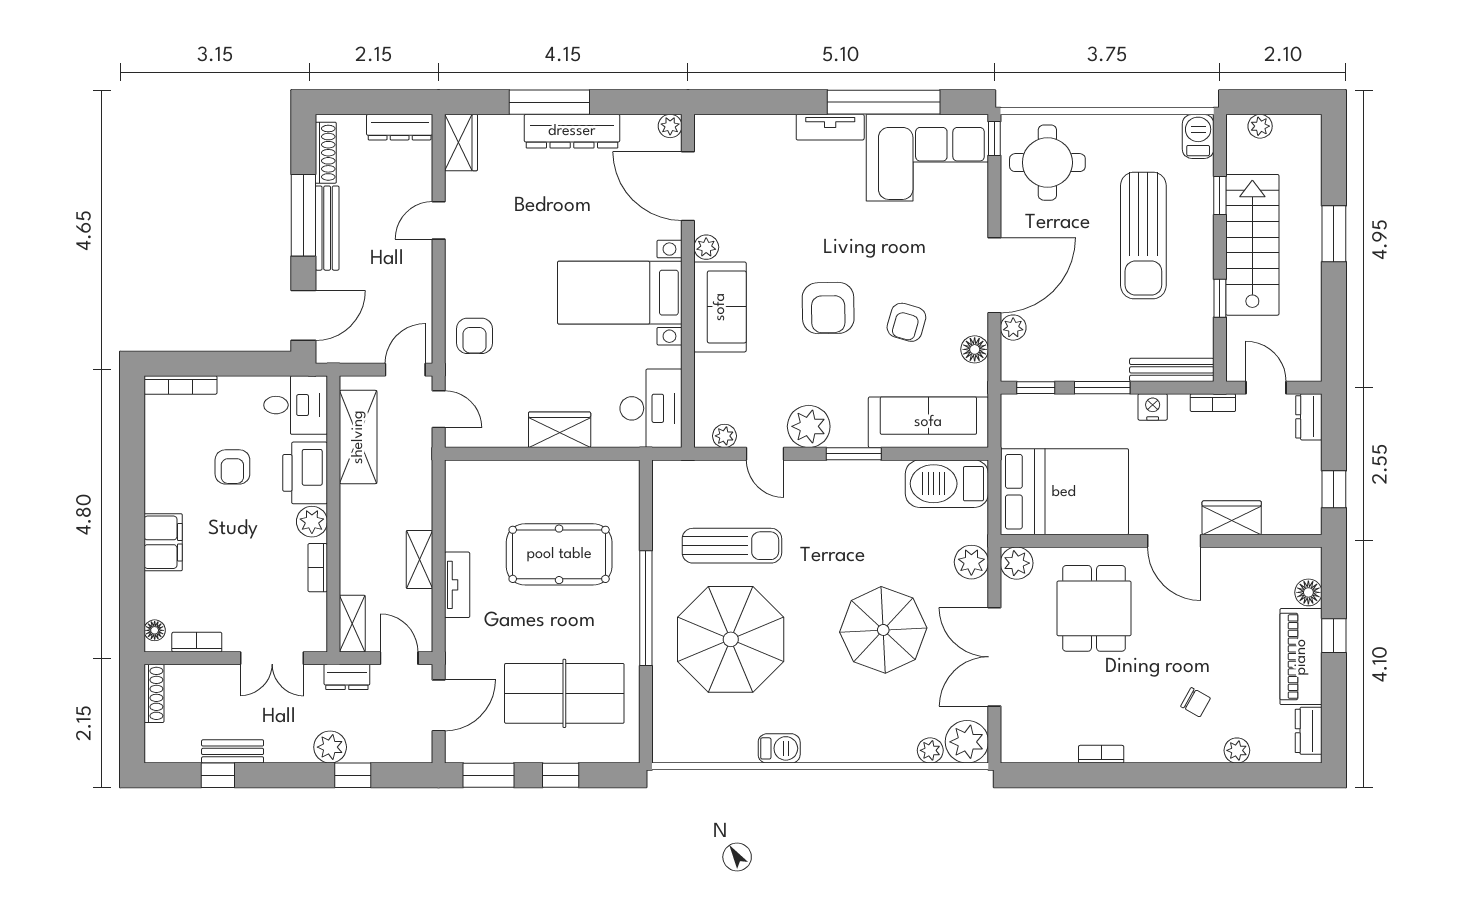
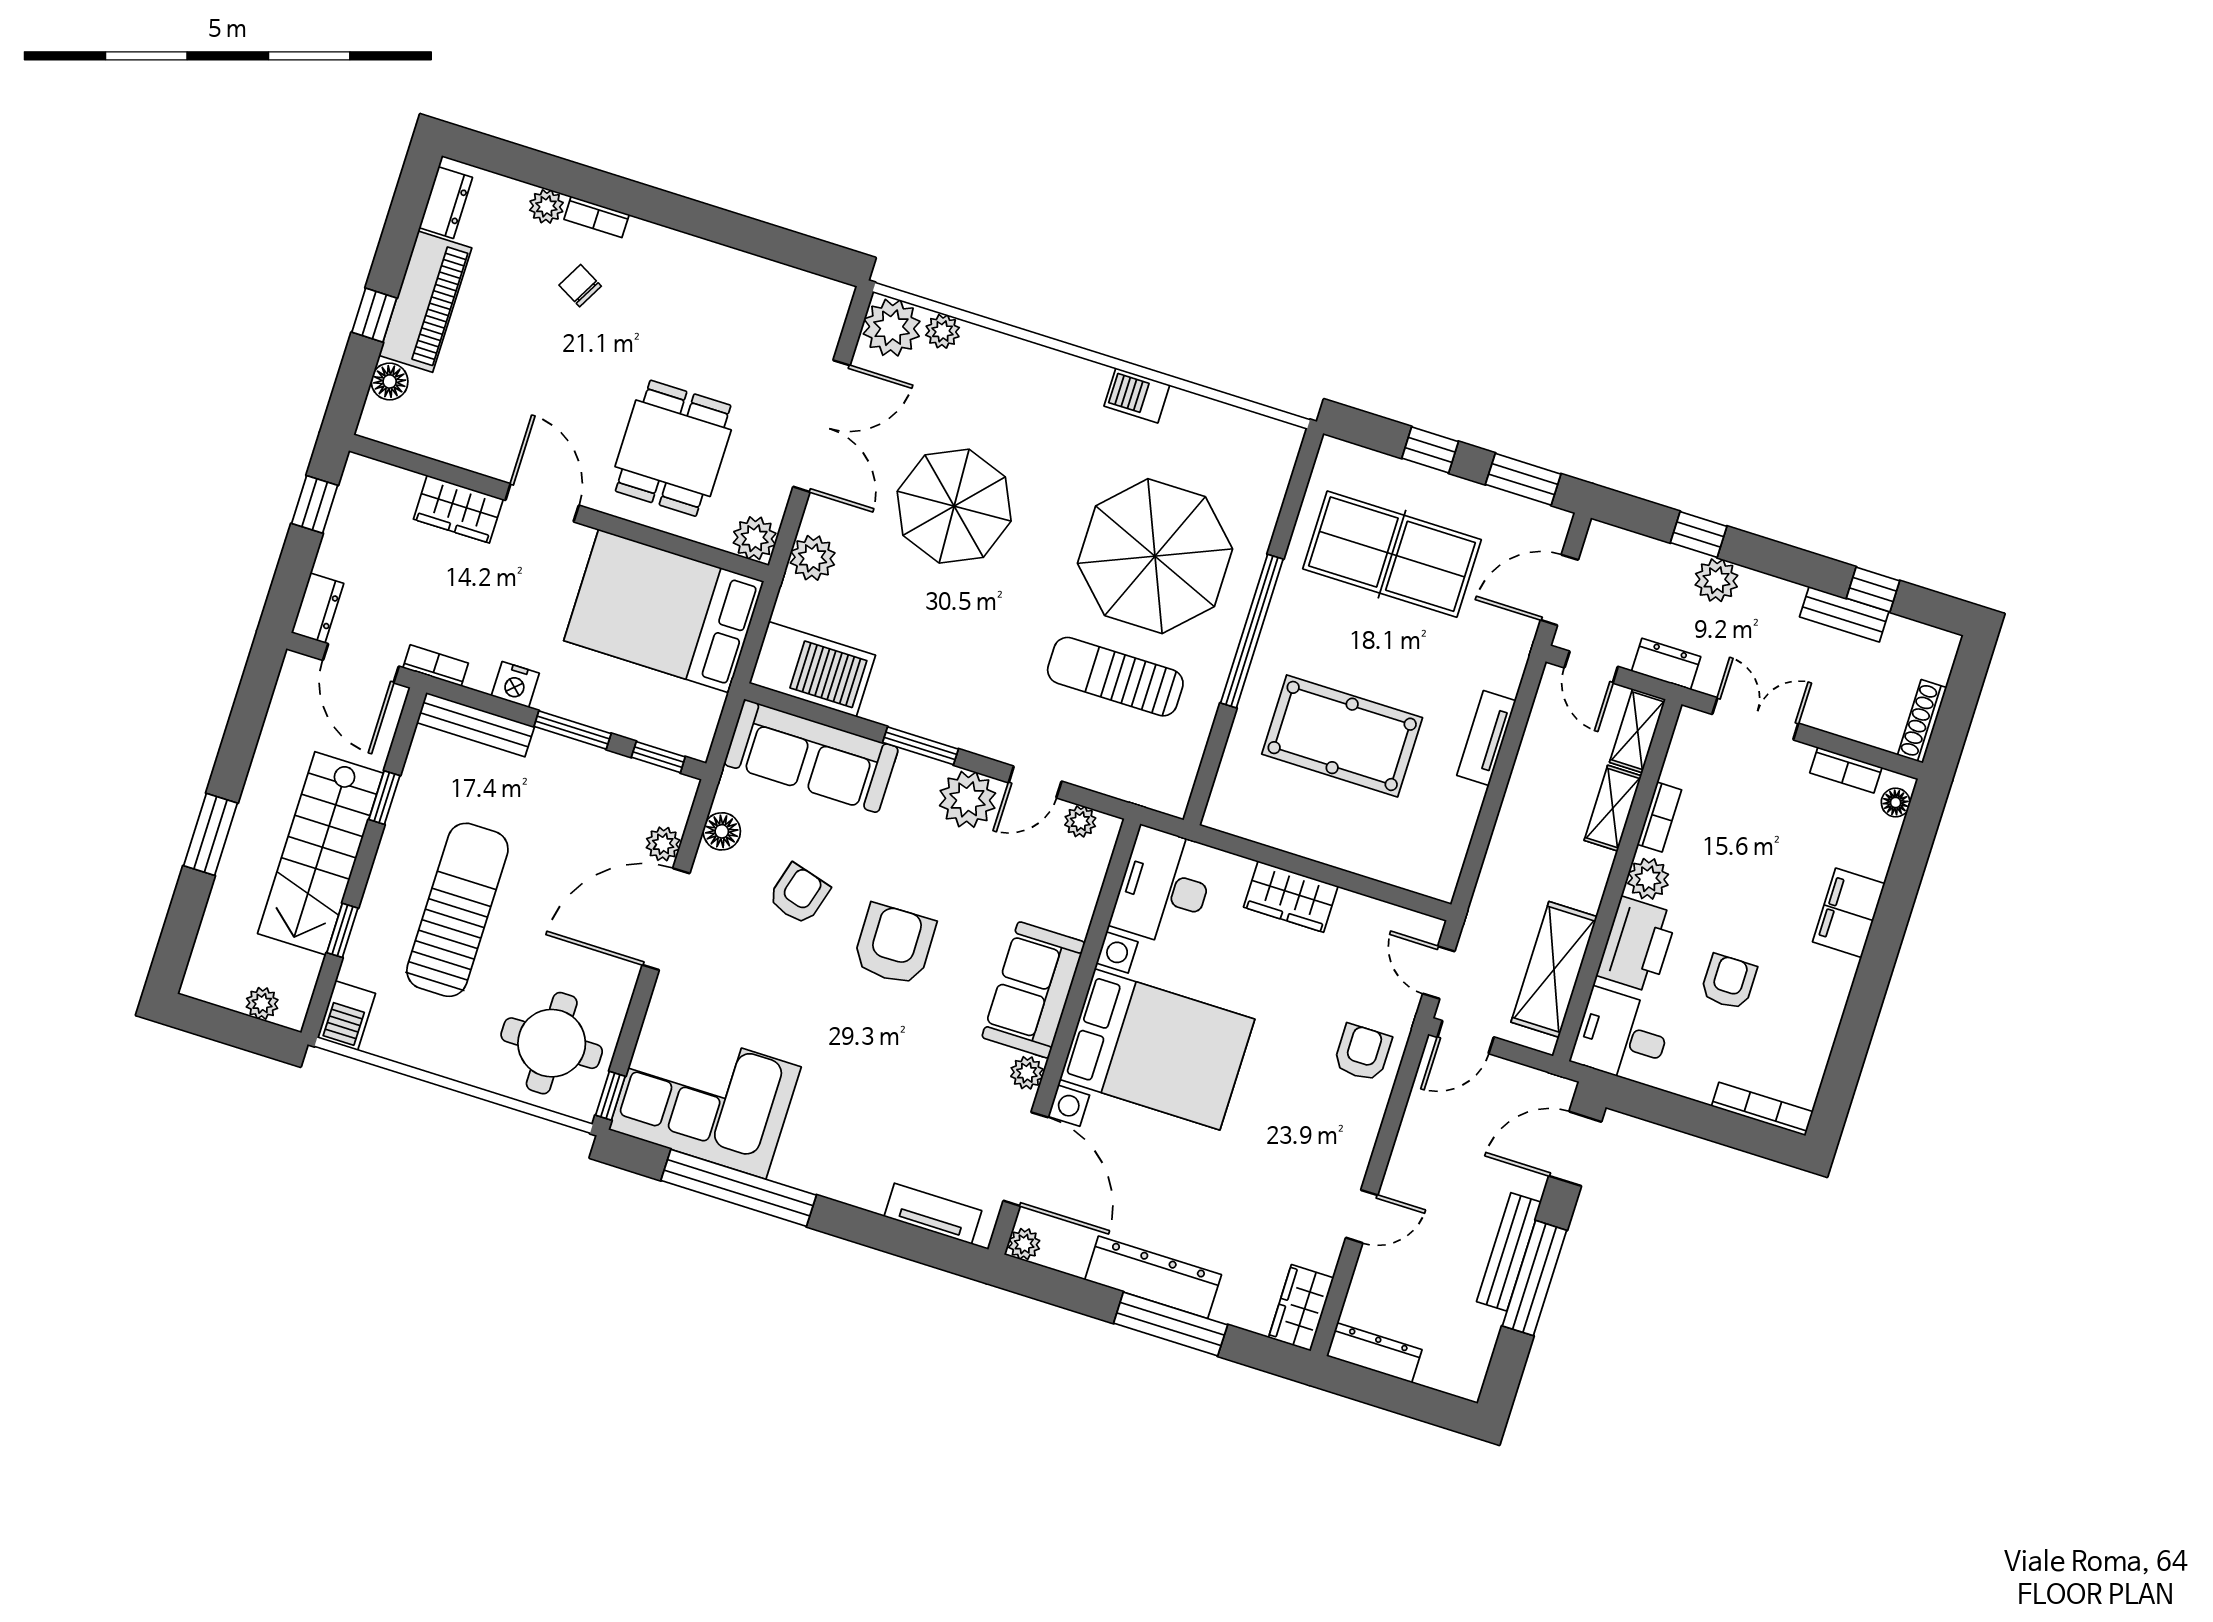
tv unit: (830, 127) -> (933, 1214), moved
shoe rack: (326, 153) -> (1480, 1350), removed
bed with nightstands: (620, 293) -> (1157, 1049), width x1.36
door: (1266, 388) -> (361, 663), width x1.38
door: (765, 454) -> (1035, 782), swing flipped
shelving: (419, 560) -> (1613, 808), moved
bookcase: (1101, 754) -> (597, 217), moved

